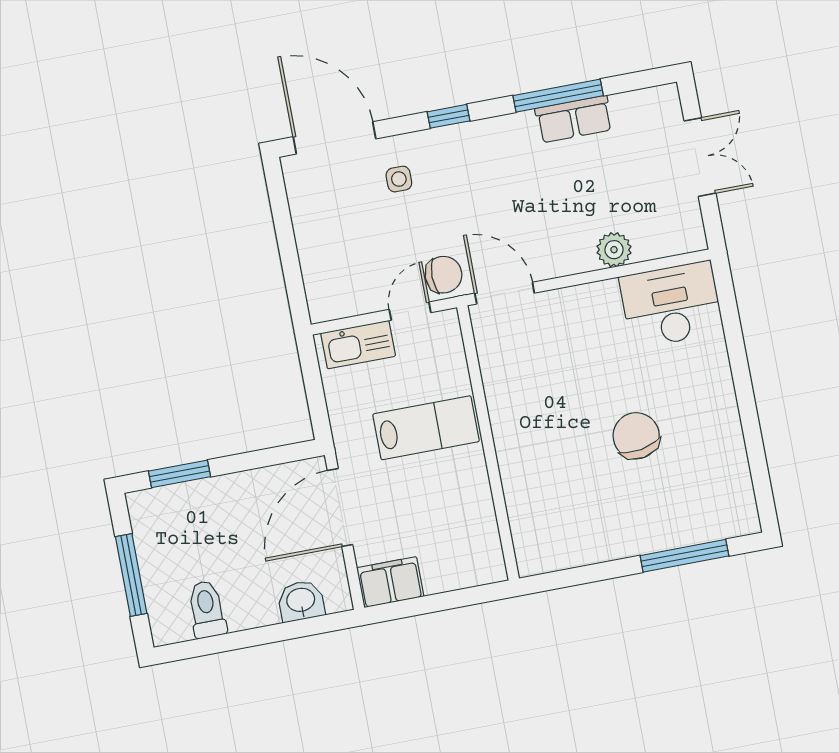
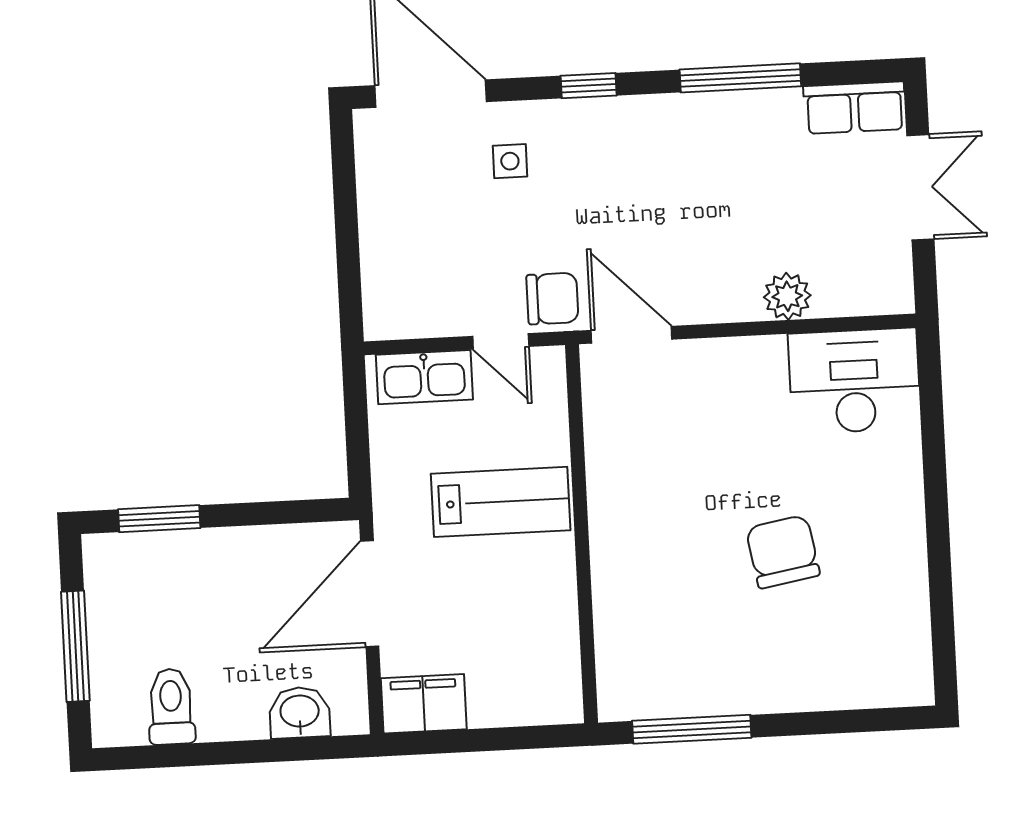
row of seats: (574, 119) -> (855, 108), moved
door: (410, 311) -> (501, 341), swing flipped
window: (684, 556) -> (692, 729), moved

